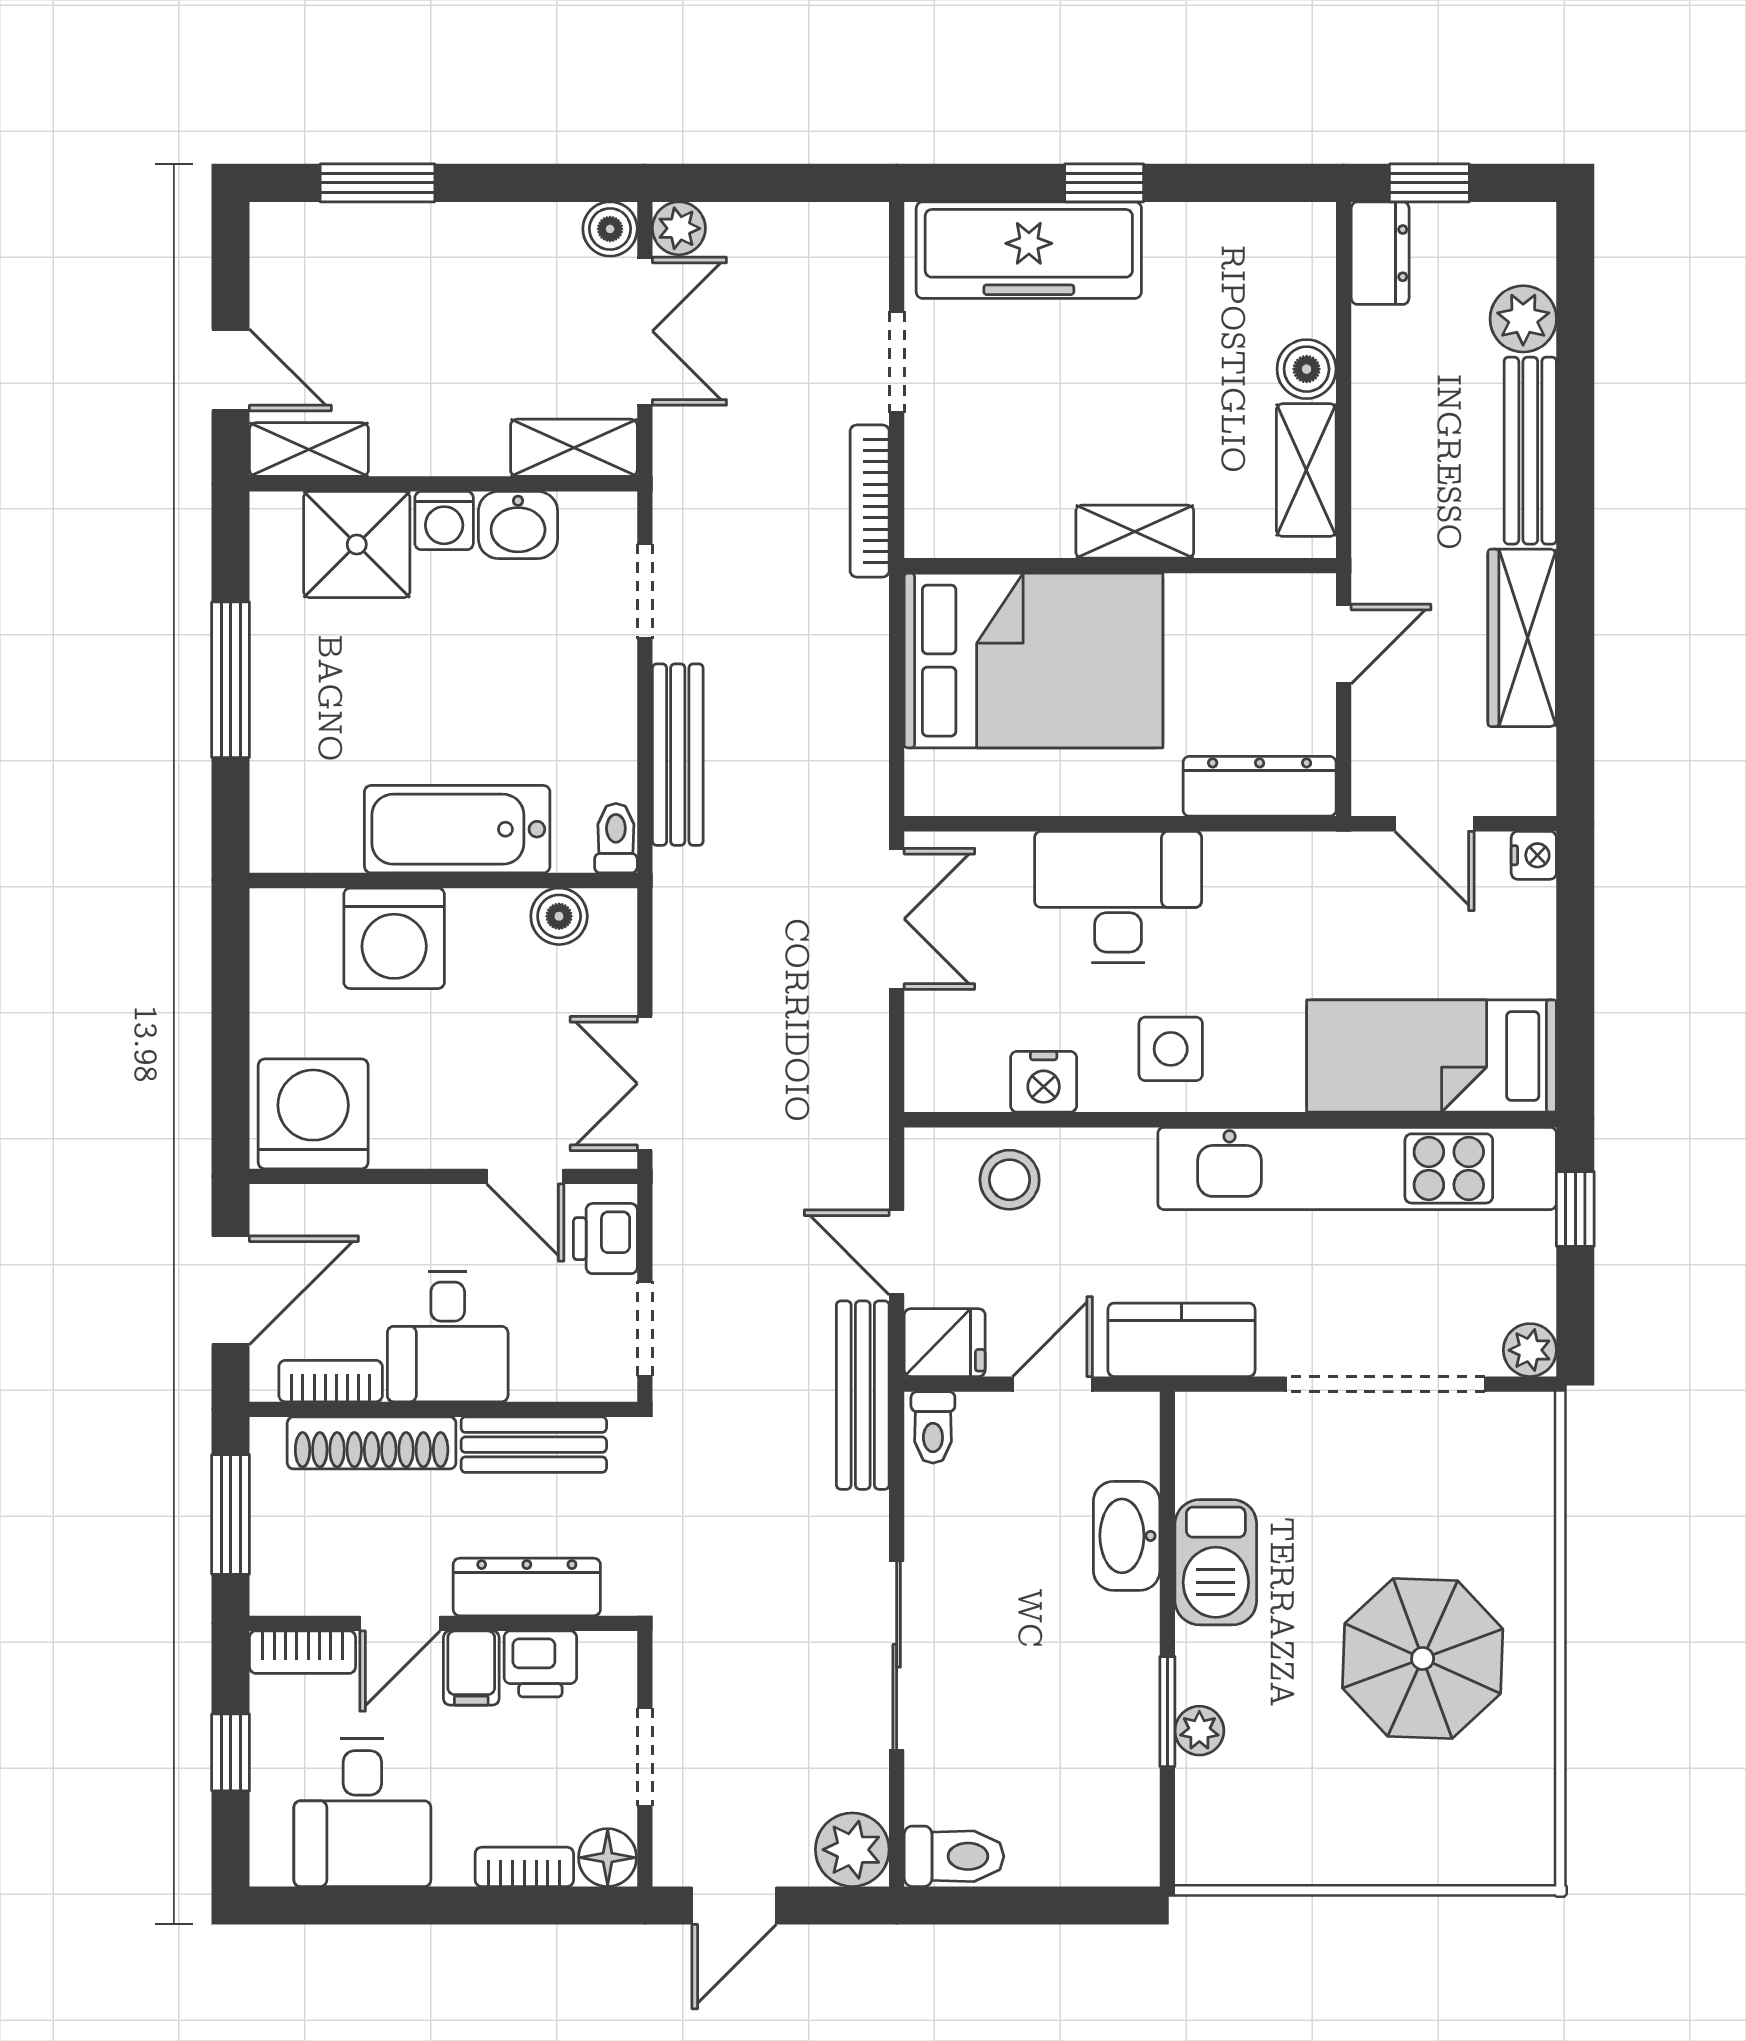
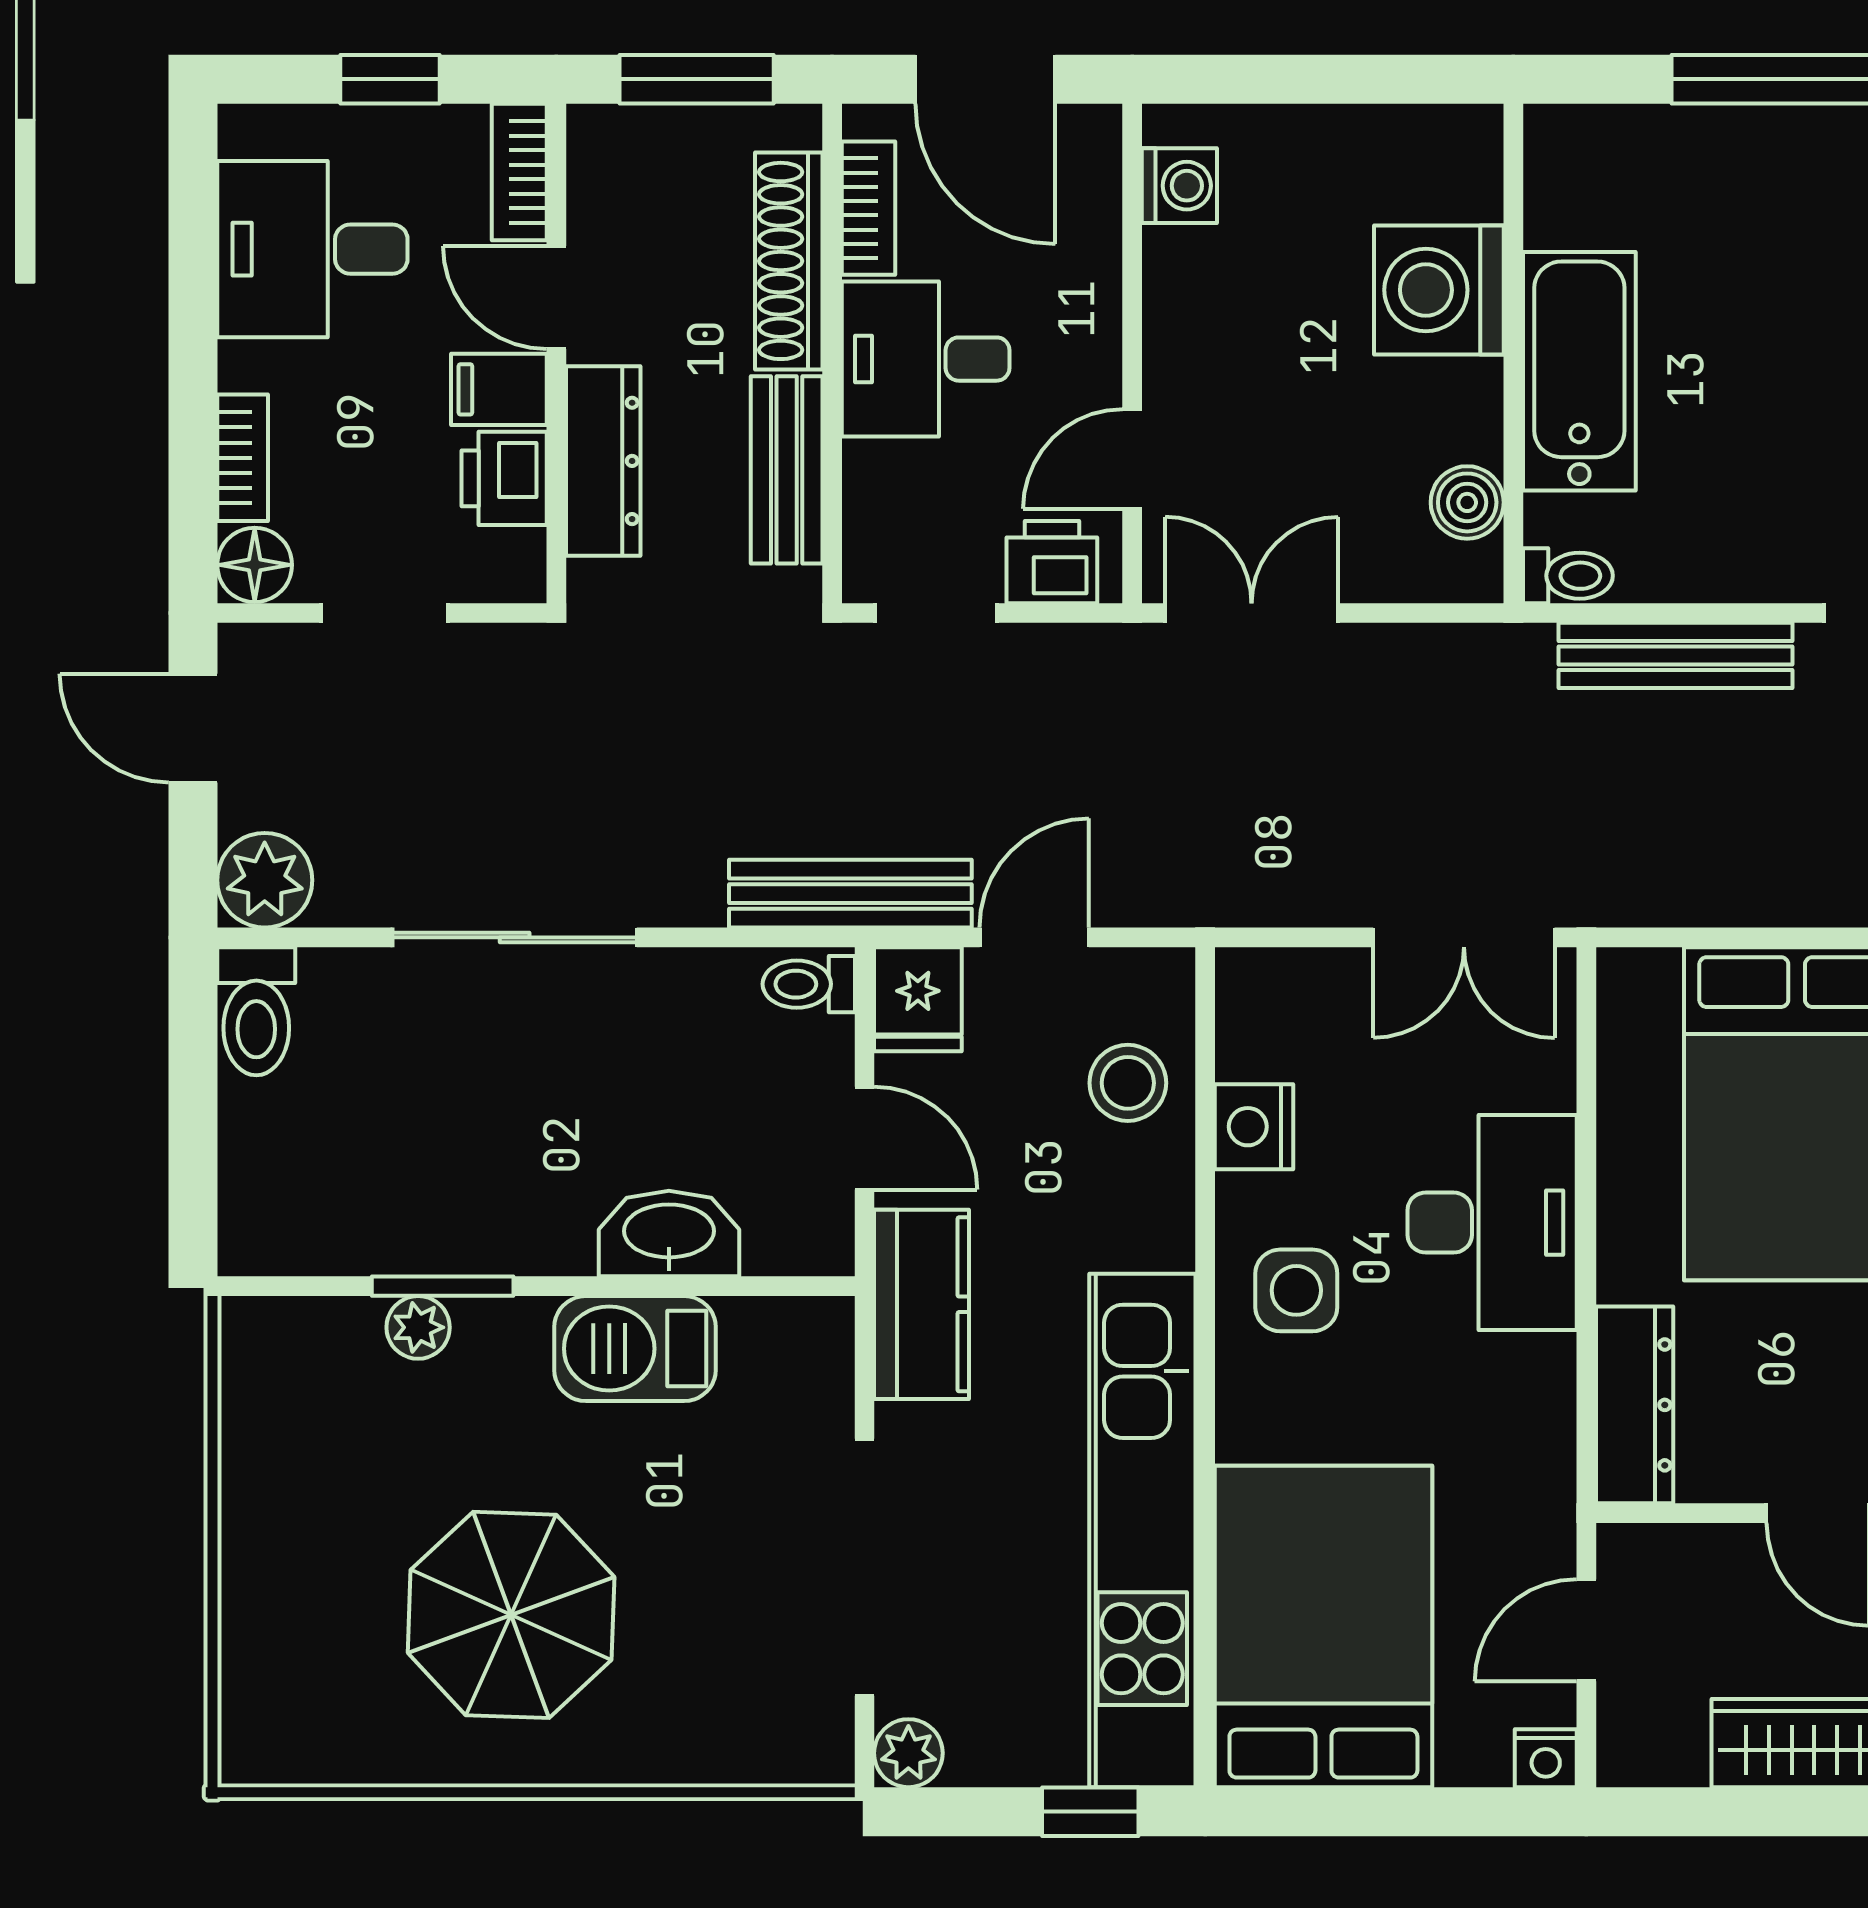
bed: (1432, 1056) -> (1323, 1627), width x1.50
washing machine: (313, 1114) -> (1179, 186), width x0.53, depth x0.53

